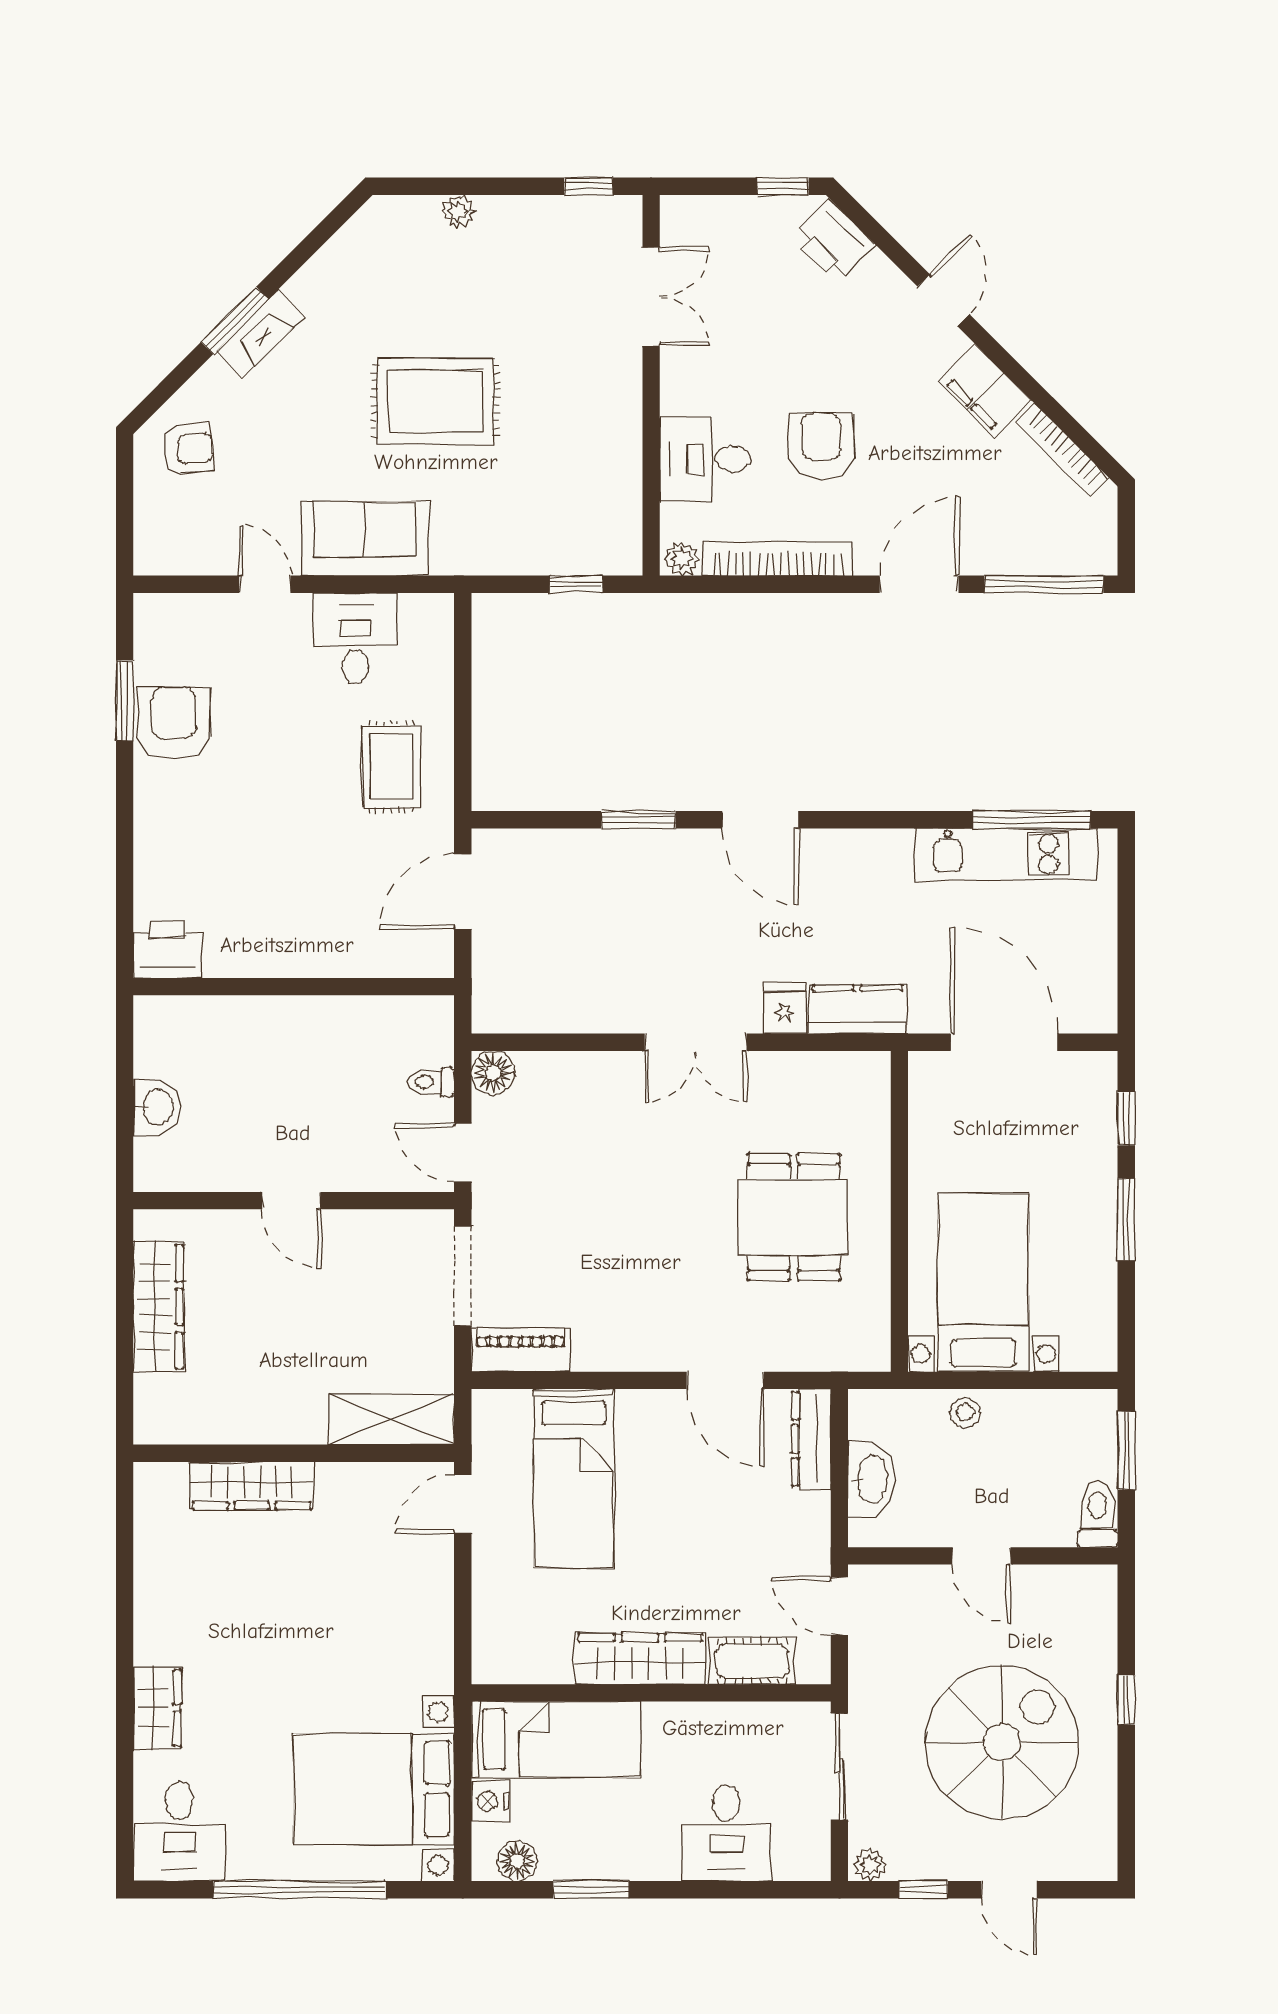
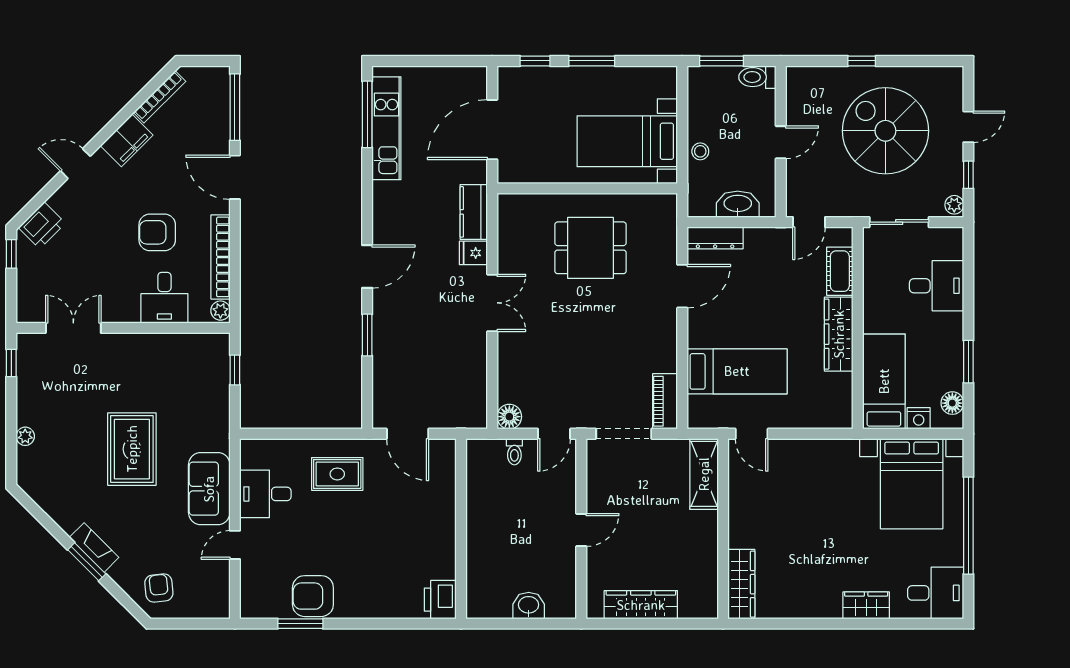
wardrobe: (252, 1486) -> (741, 584), moved

